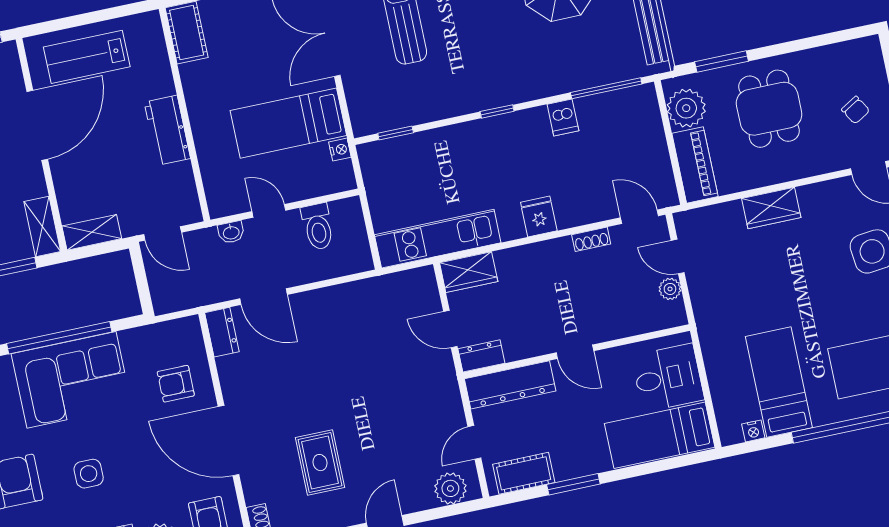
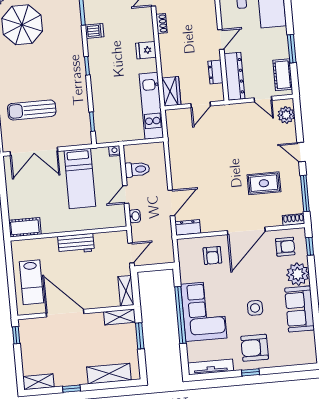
nightstand: (340, 150) -> (115, 151), moved
dresser: (481, 356) -> (215, 72), moved

